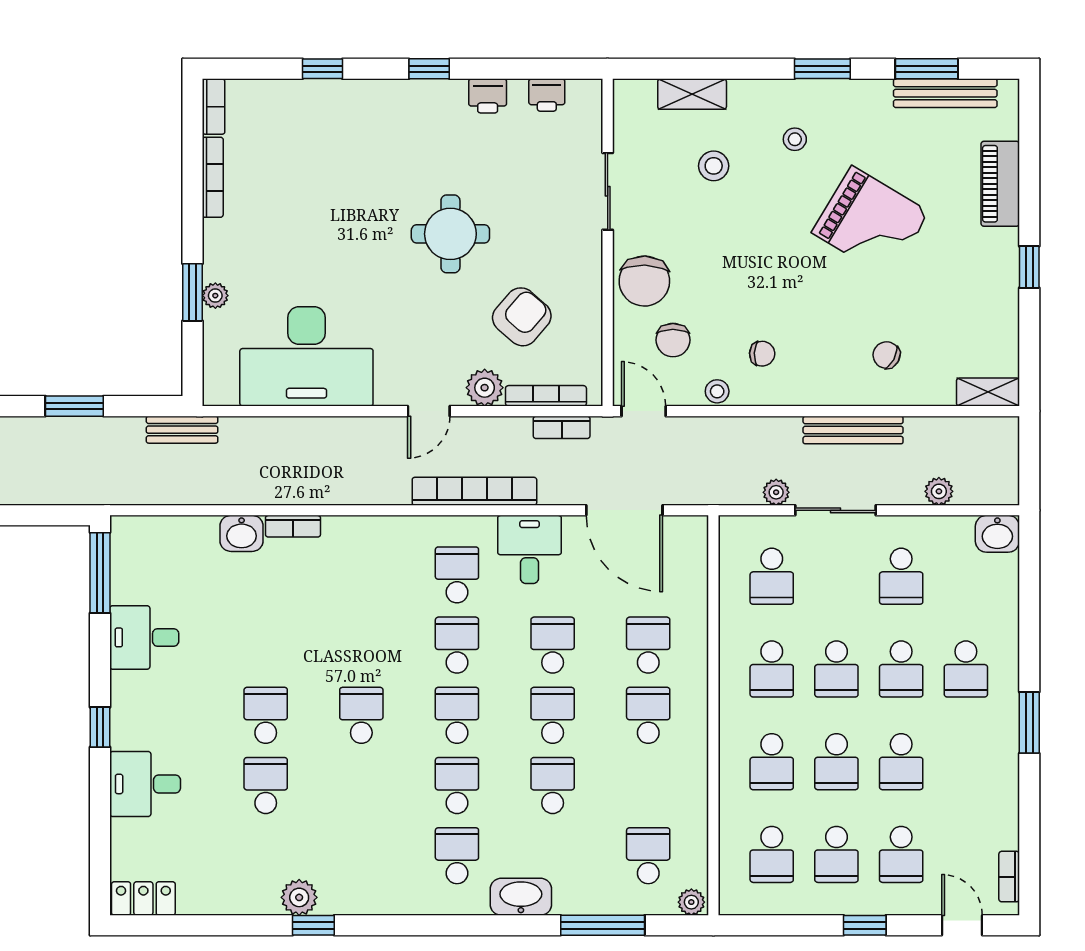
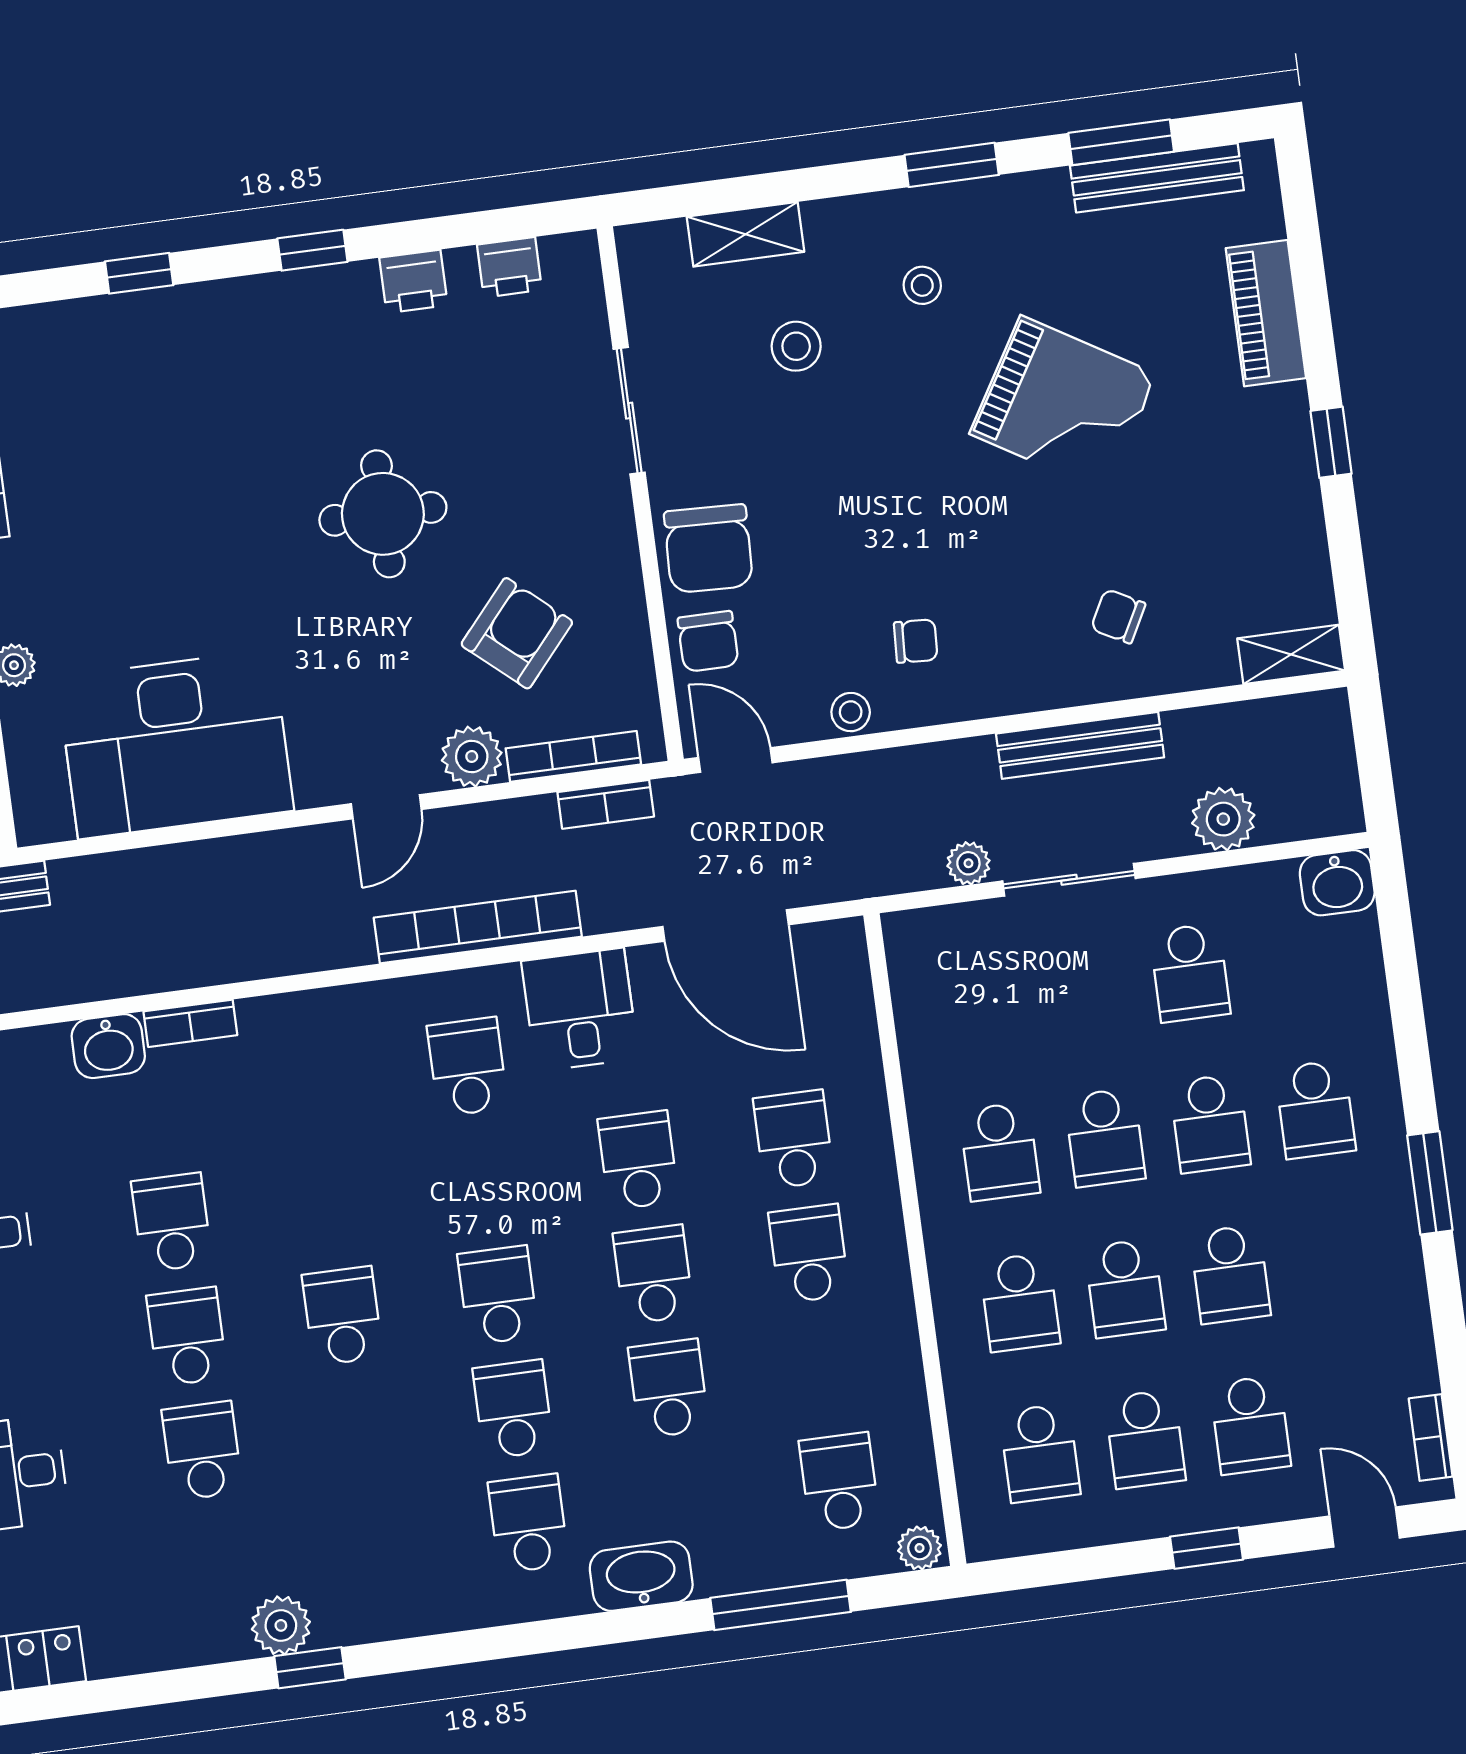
chair: (673, 340) -> (708, 641), moved
plant: (939, 491) -> (1223, 819), width x1.38, depth x1.38
school desk: (772, 576) -> (980, 1001), removed
school desk: (457, 645) -> (172, 1222), moved

